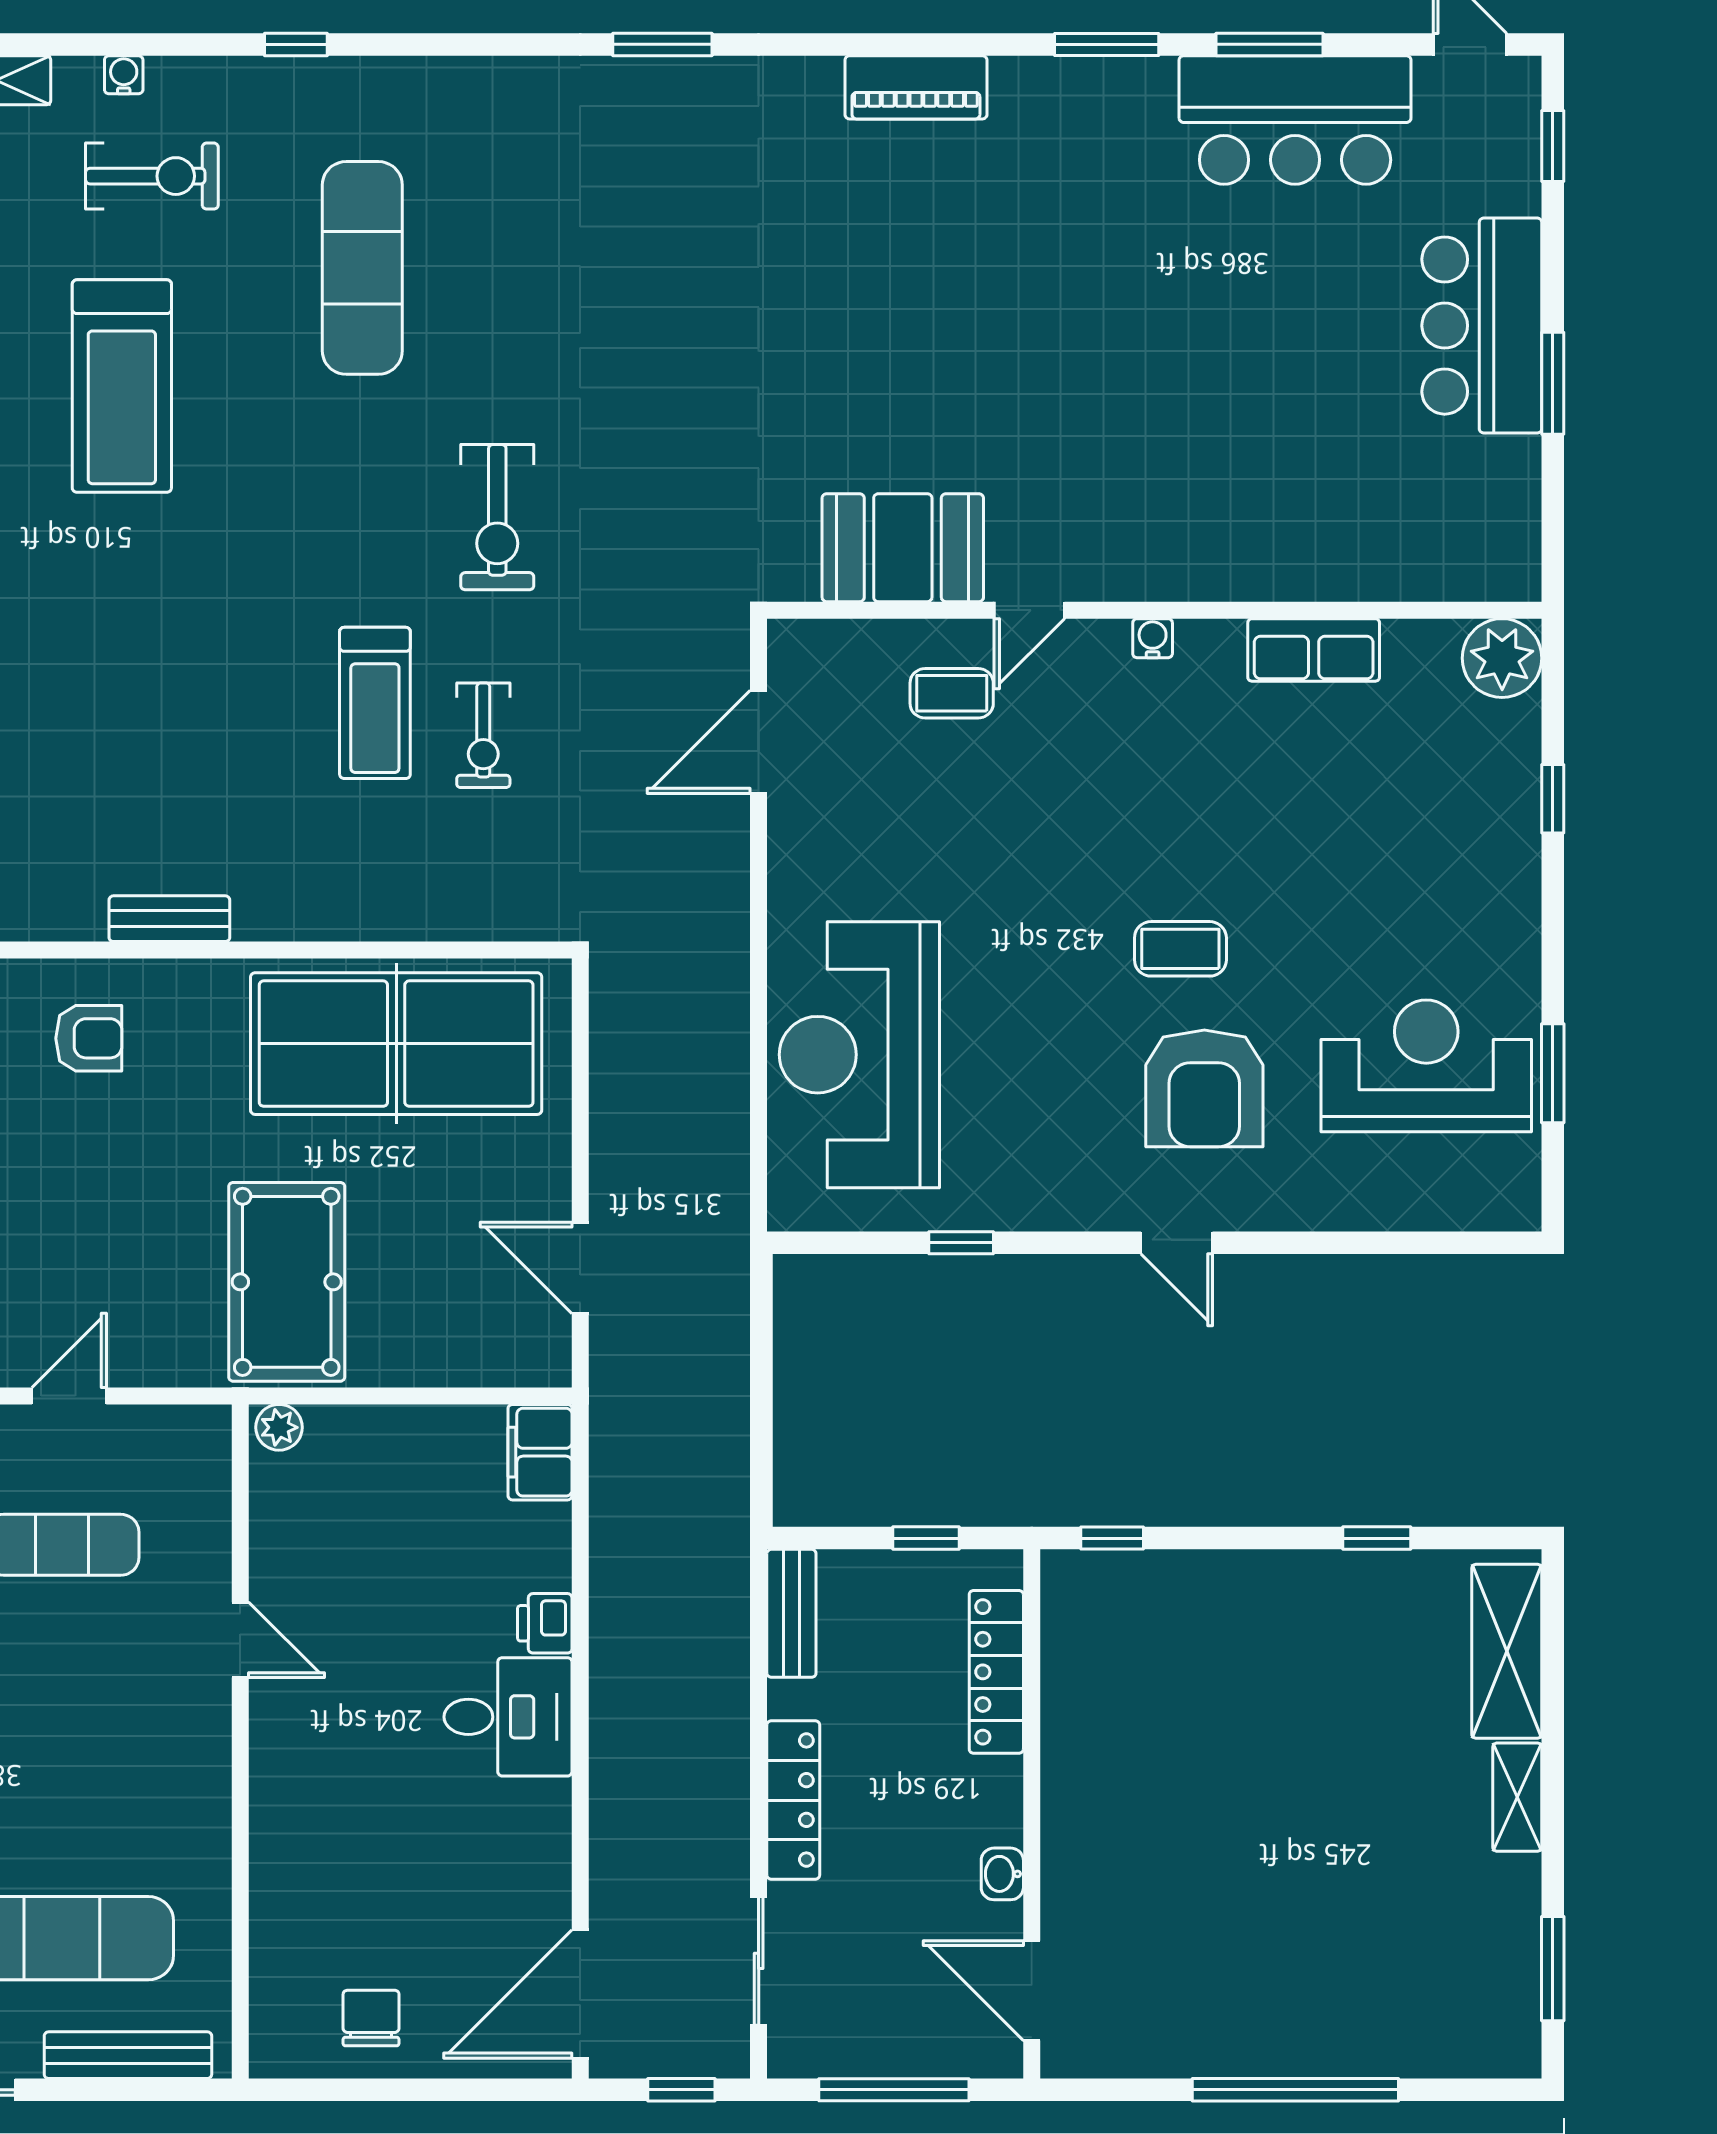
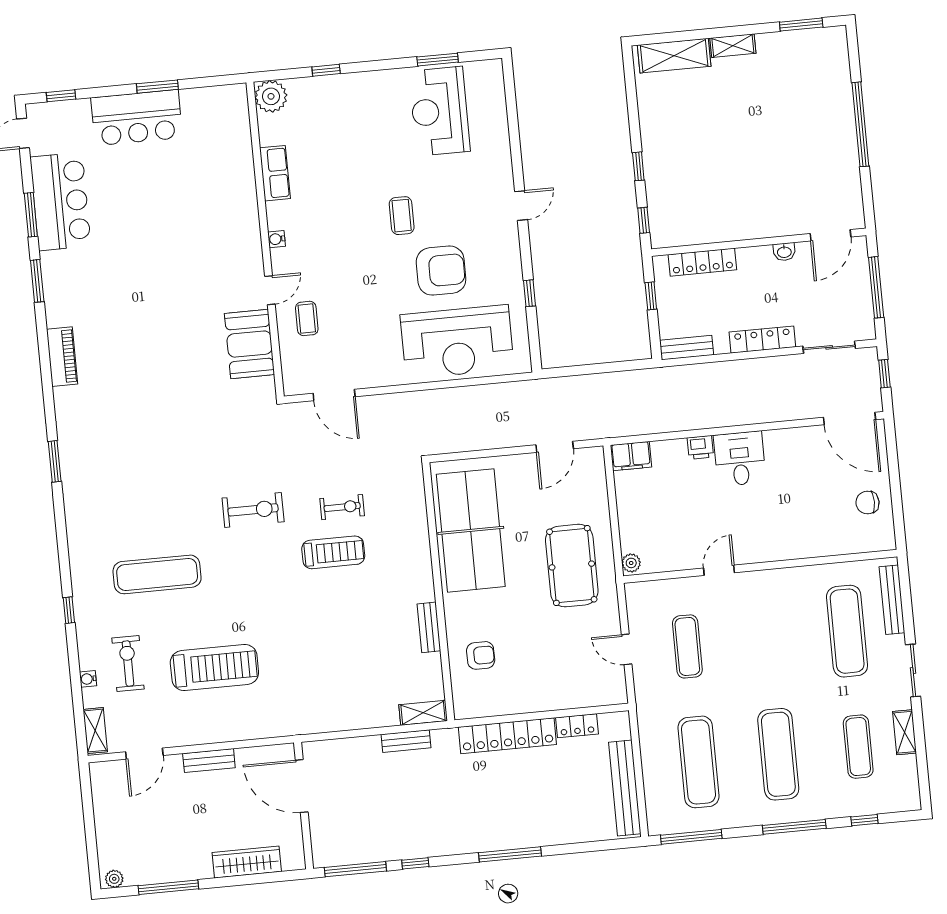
door: (1029, 610) -> (270, 290), hinge flipped
armchair: (89, 1038) -> (481, 655), turned 90
armchair: (1204, 1088) -> (441, 271), moved
pool table: (287, 1282) -> (572, 566), turned 90
window: (1377, 1538) -> (638, 166), moved

